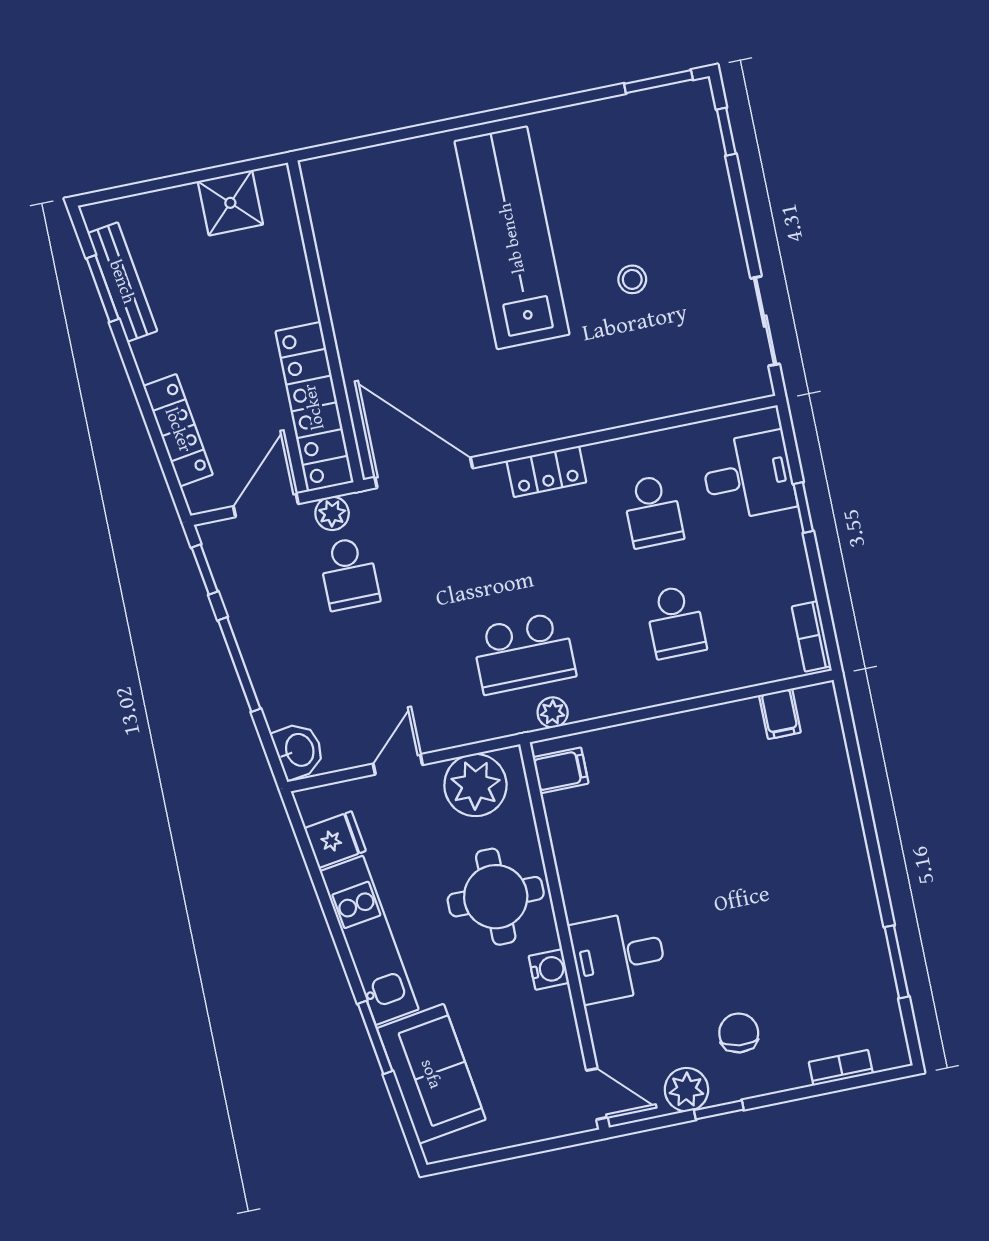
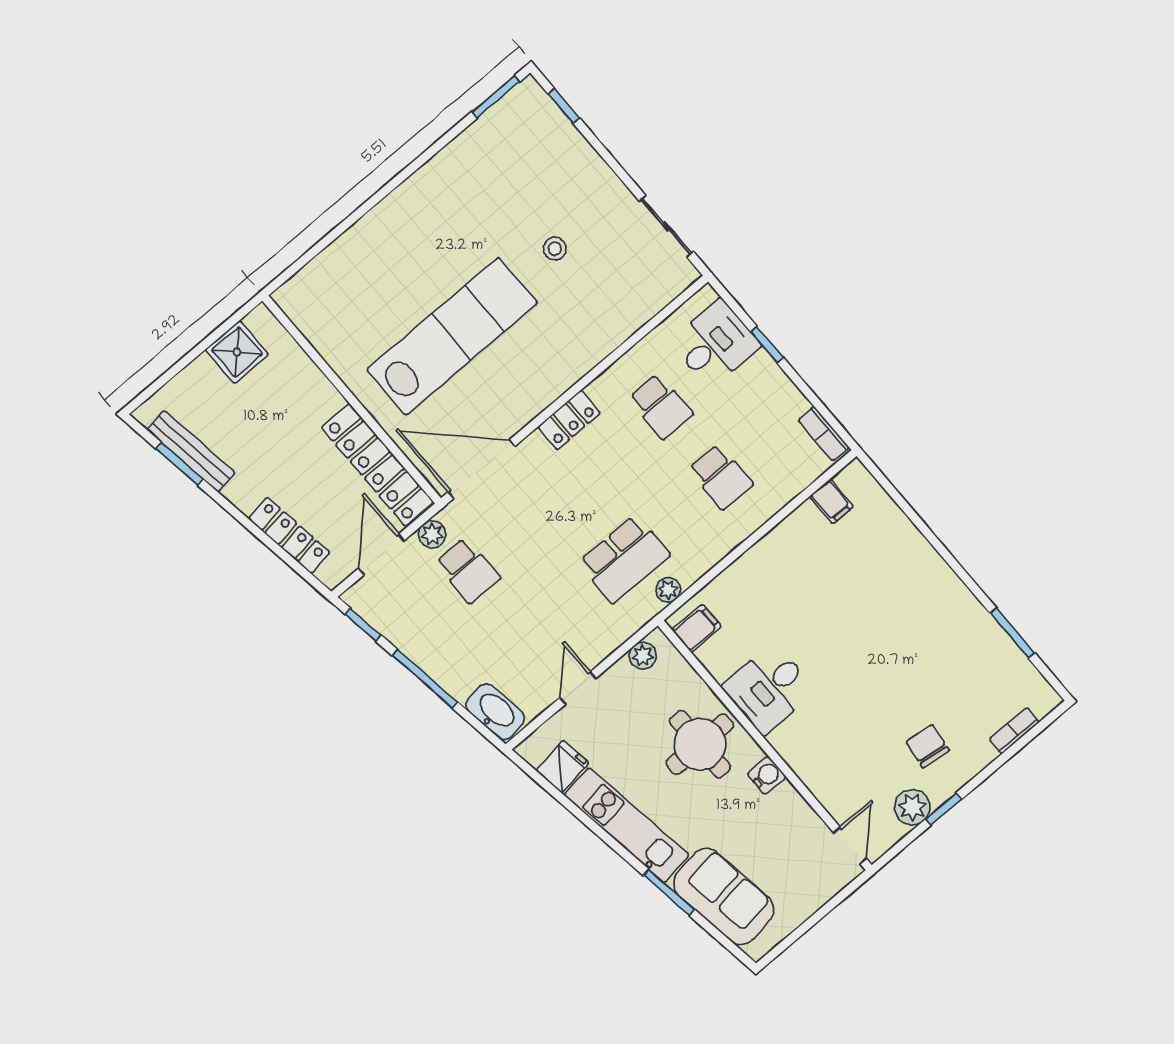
lab bench: (512, 238) -> (452, 336), moved, turned 90
washbasin: (299, 750) -> (495, 712), width x1.38
plant: (475, 785) -> (643, 656), width x0.53, depth x0.53
desk: (619, 957) -> (769, 689), moved
door: (597, 1094) -> (850, 846), hinge flipped

